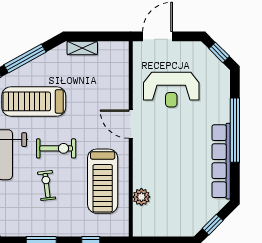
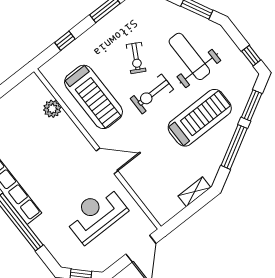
treadmill: (103, 181) -> (94, 97), turned 180
exercise bike: (47, 185) -> (136, 58), turned 36

